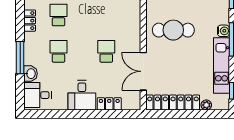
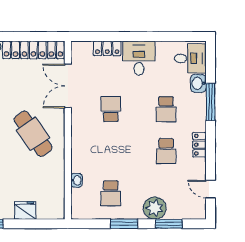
cafe table: (173, 30) -> (33, 134), turned 55
school desk: (106, 51) -> (111, 109), turned 180
double door: (143, 71) -> (68, 86), swing flipped

